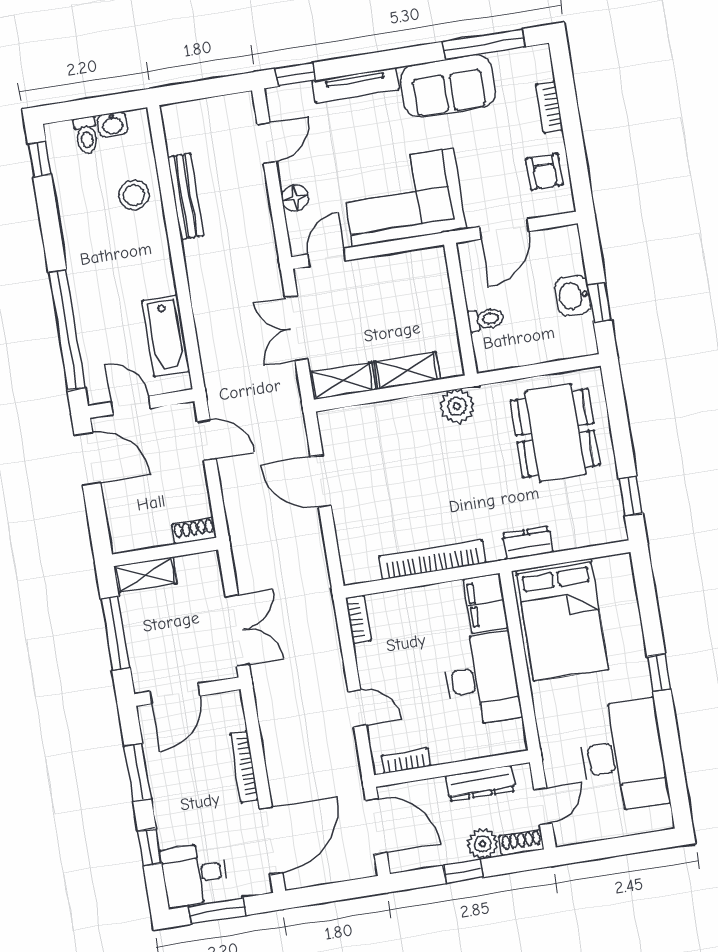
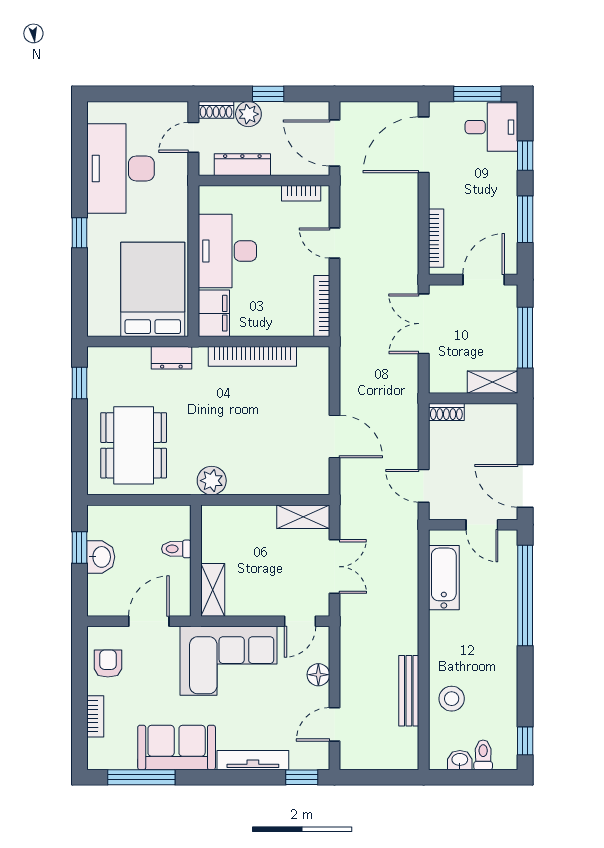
shelving: (407, 371) -> (213, 590), moved, turned 90
bookcase: (358, 619) -> (322, 306), width x1.56
bookcase: (244, 767) -> (436, 238), moved

